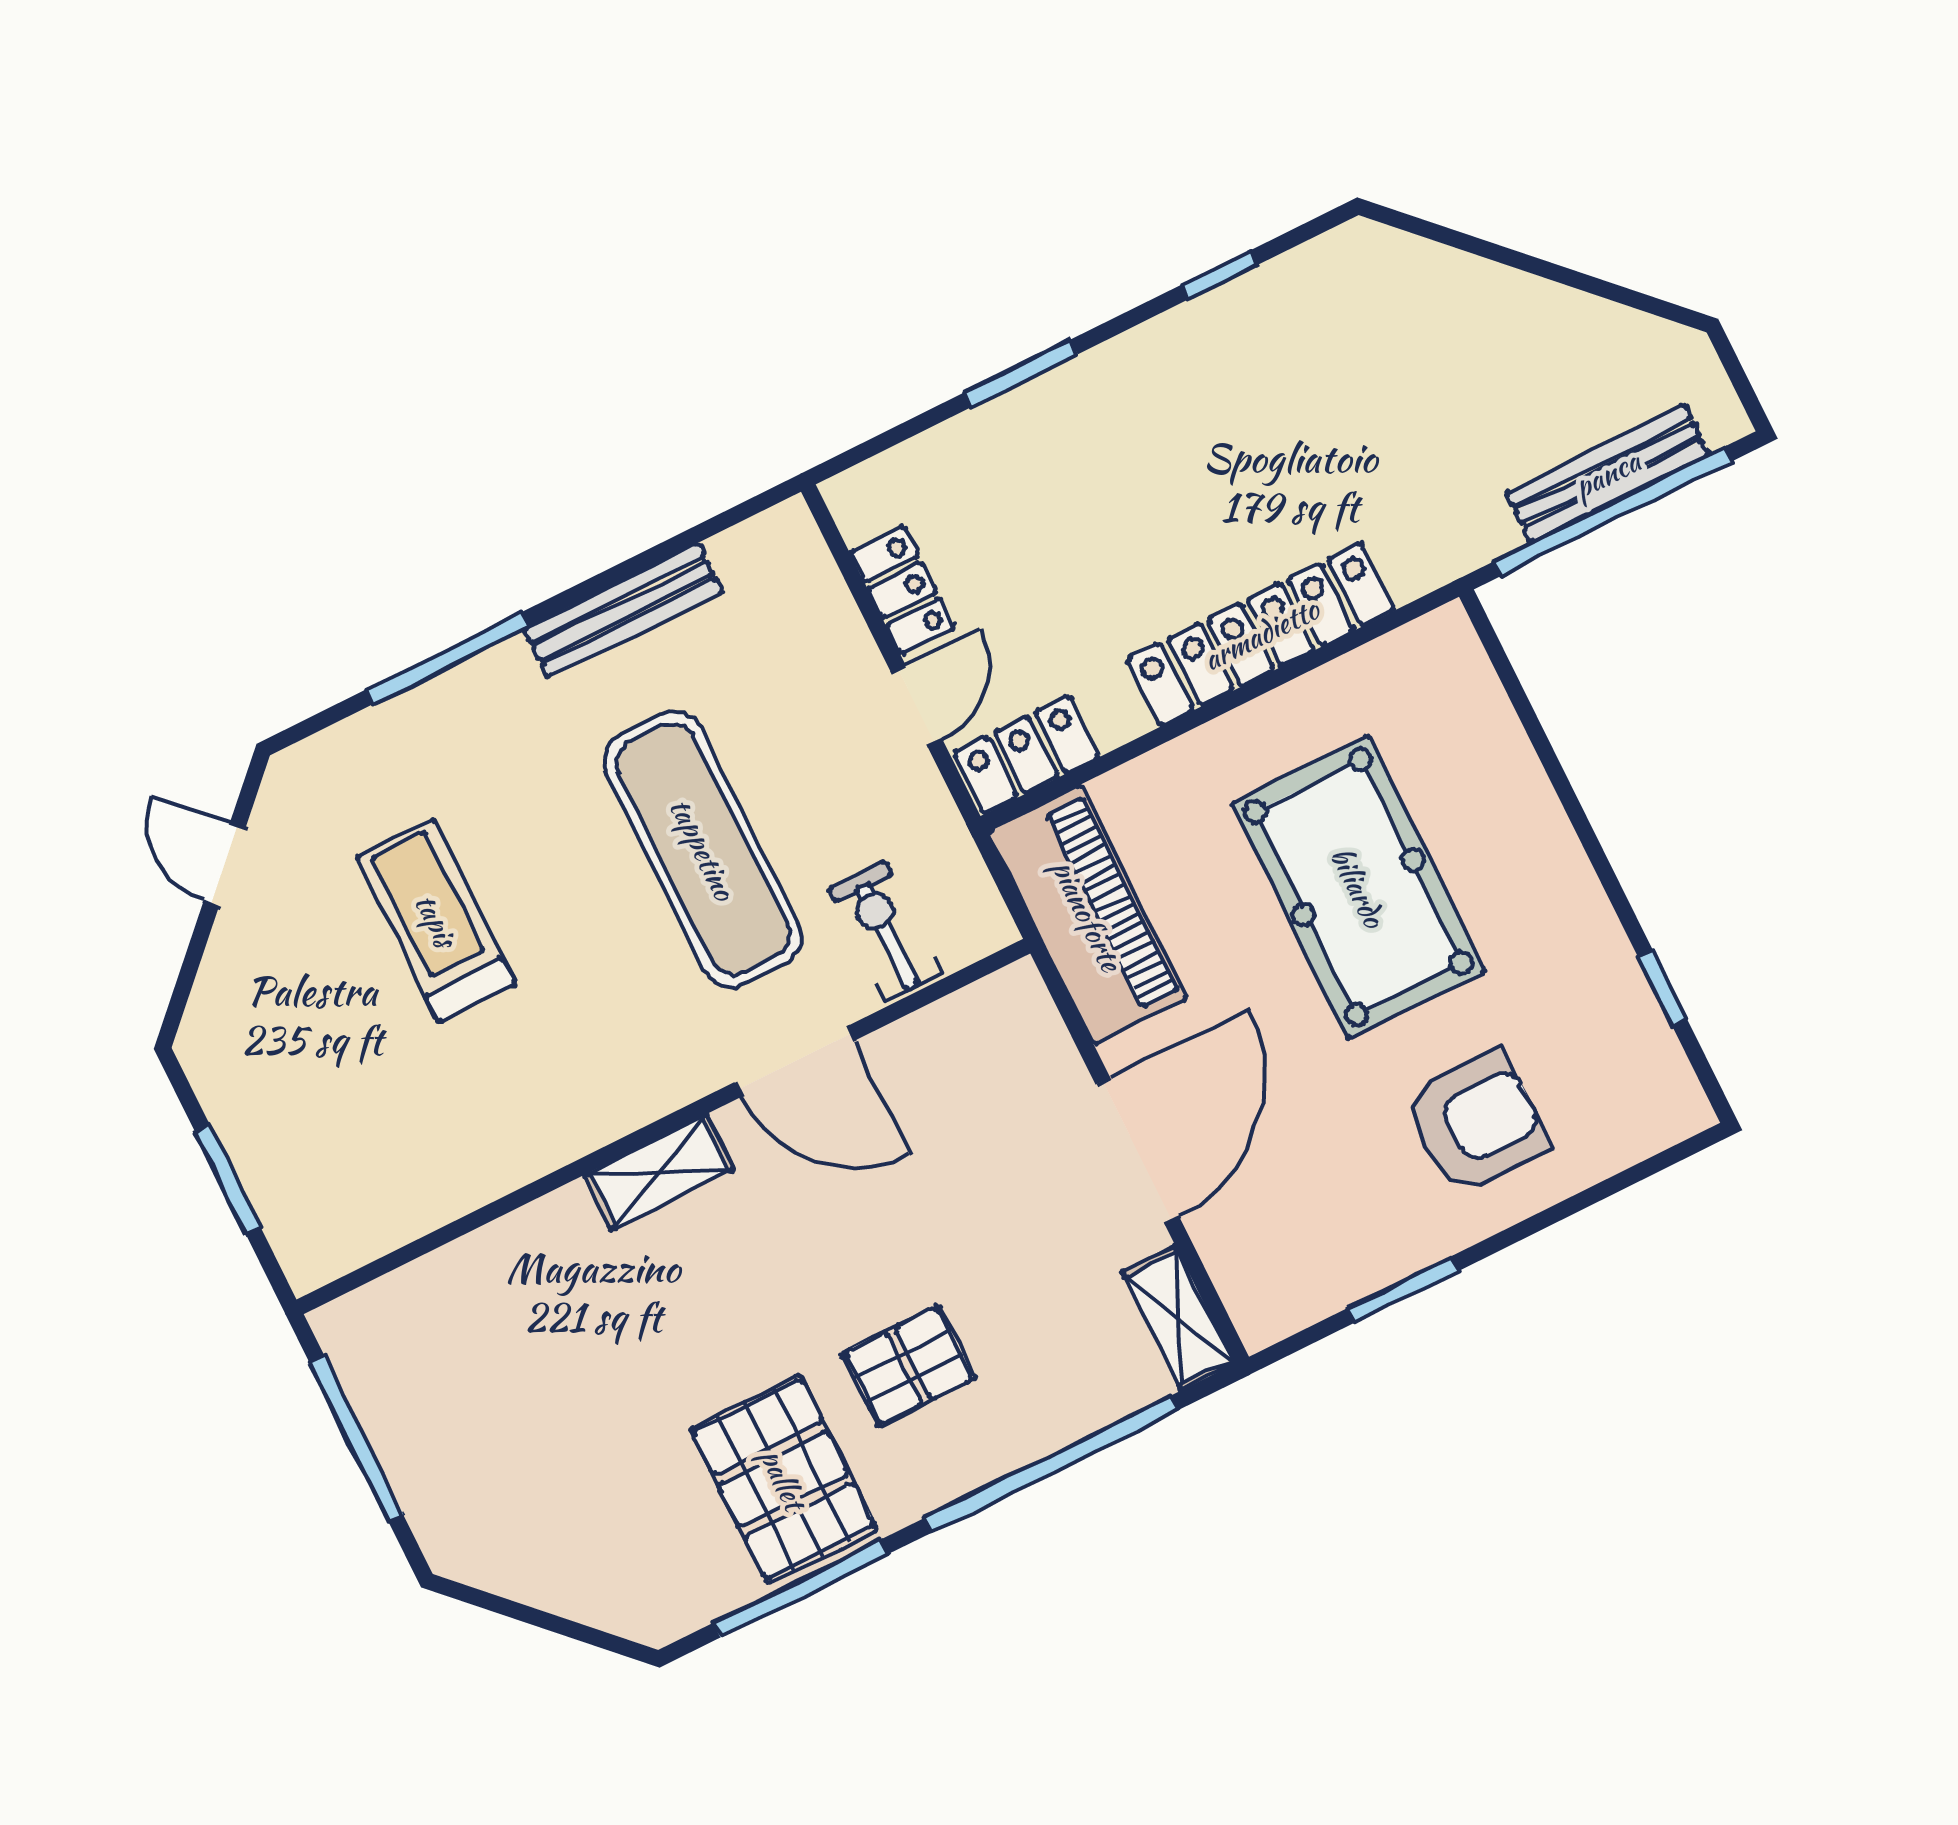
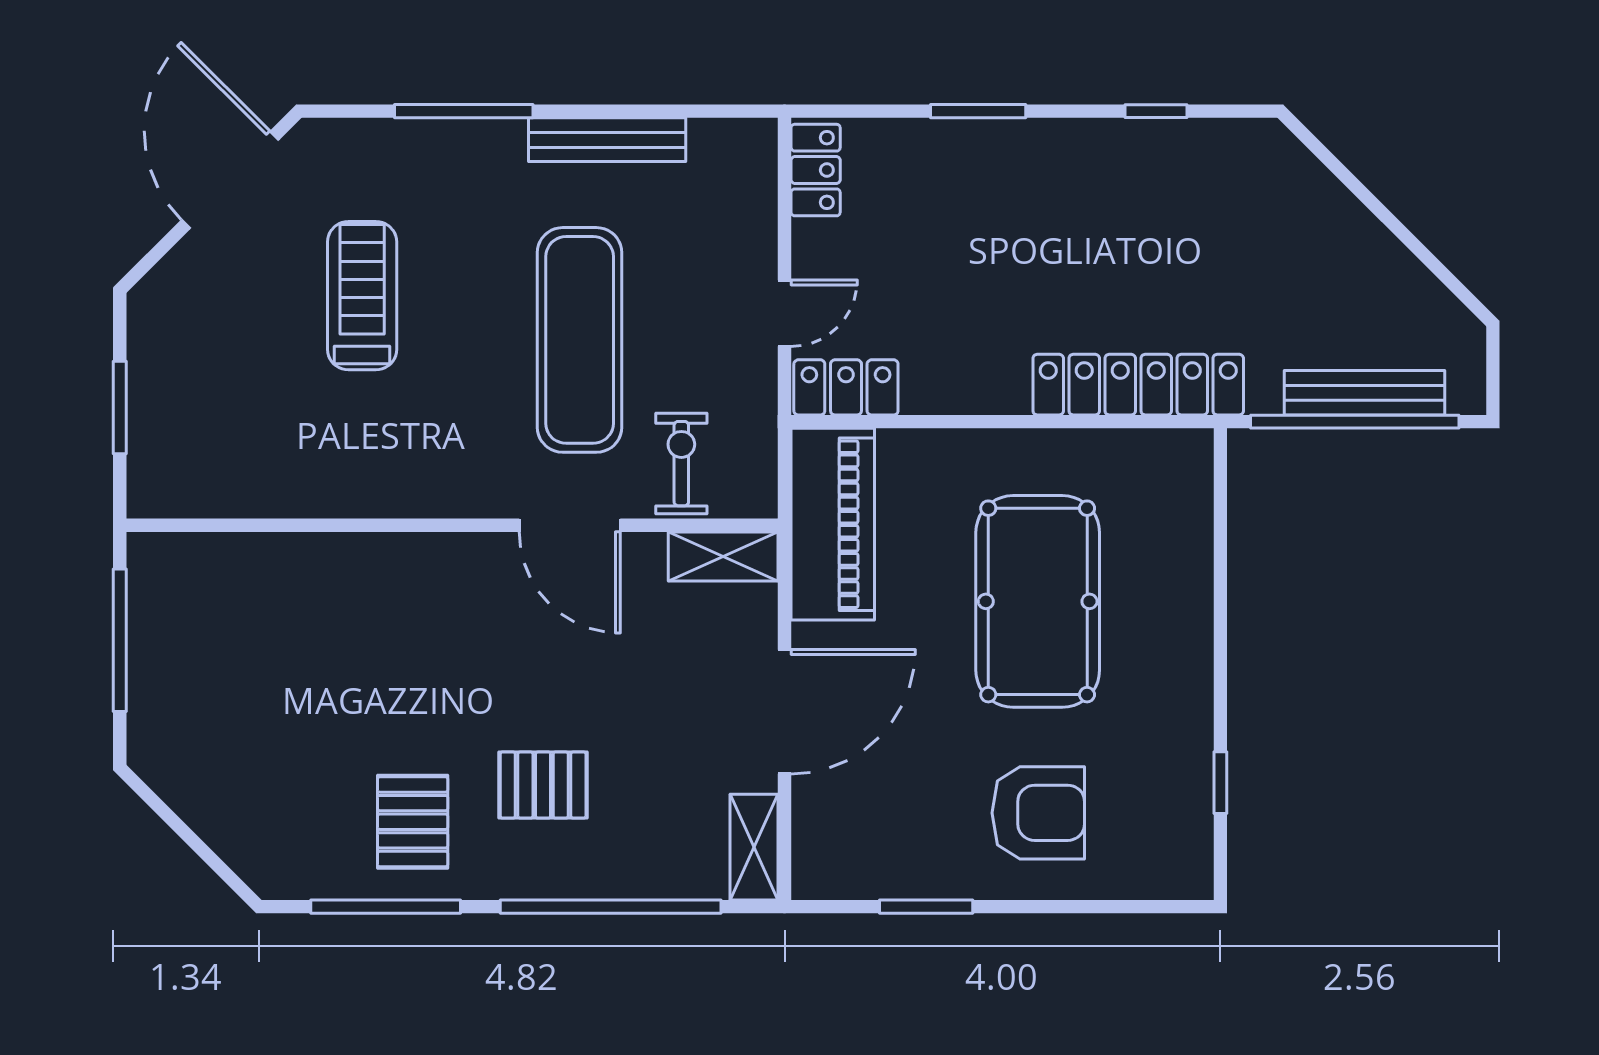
locker: (902, 590) -> (816, 170), moved
locker: (1261, 634) -> (1138, 385), moved
door: (225, 864) -> (230, 180), width x1.88
shelving: (659, 1172) -> (723, 556), moved
pallet: (783, 1479) -> (413, 822), width x0.67, depth x0.71

